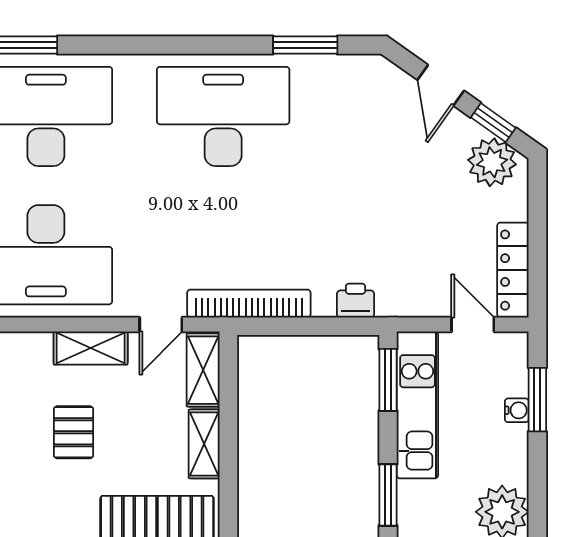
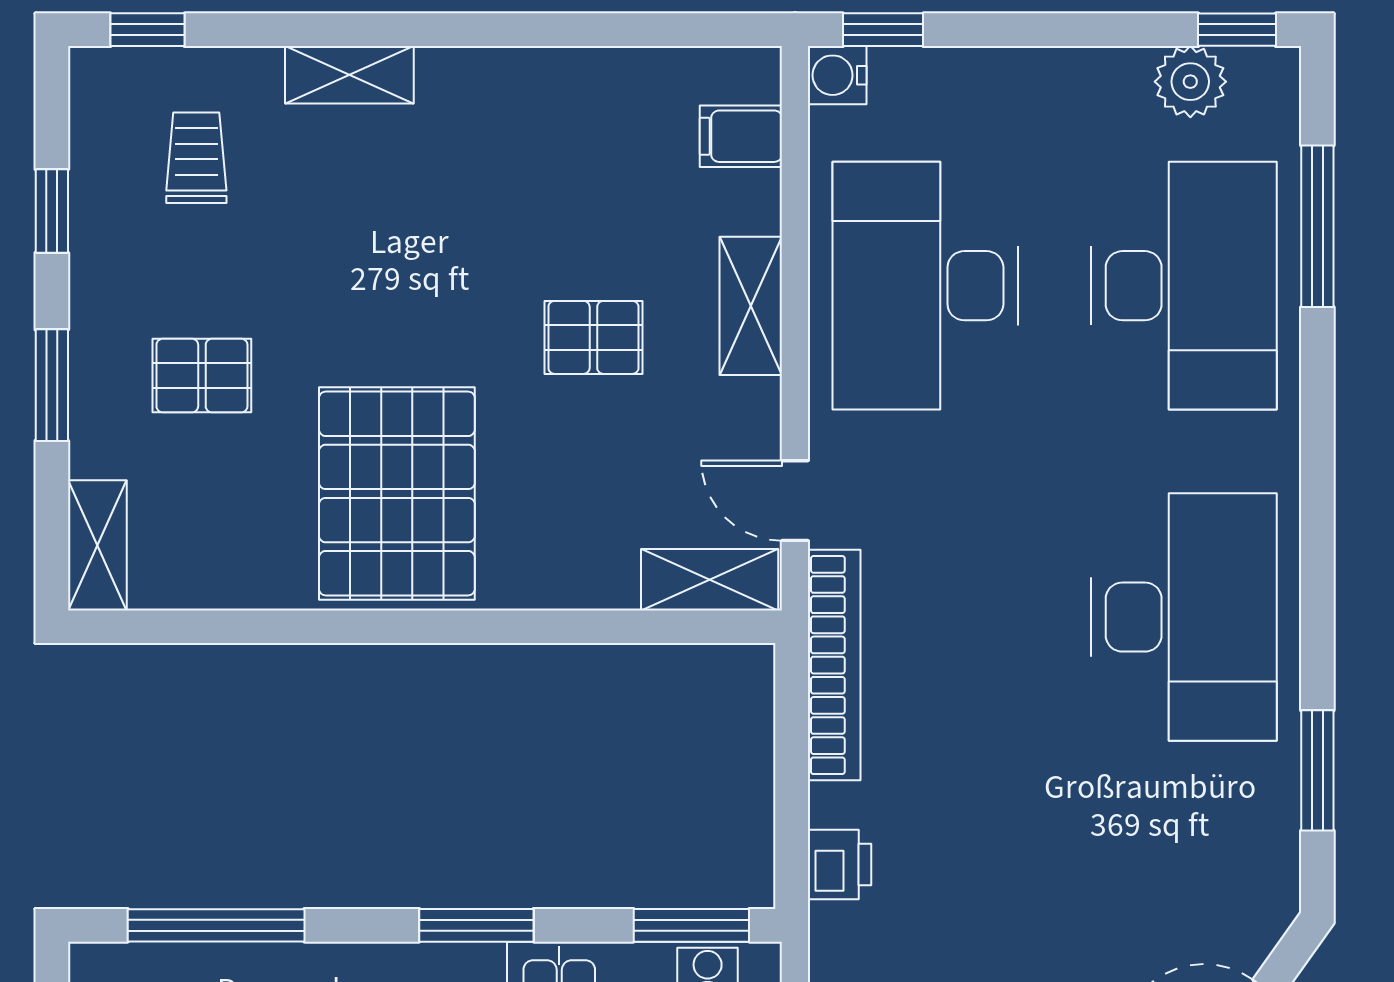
shelving: (91, 348) -> (751, 306), moved
shelving: (204, 444) -> (572, 582), removed

